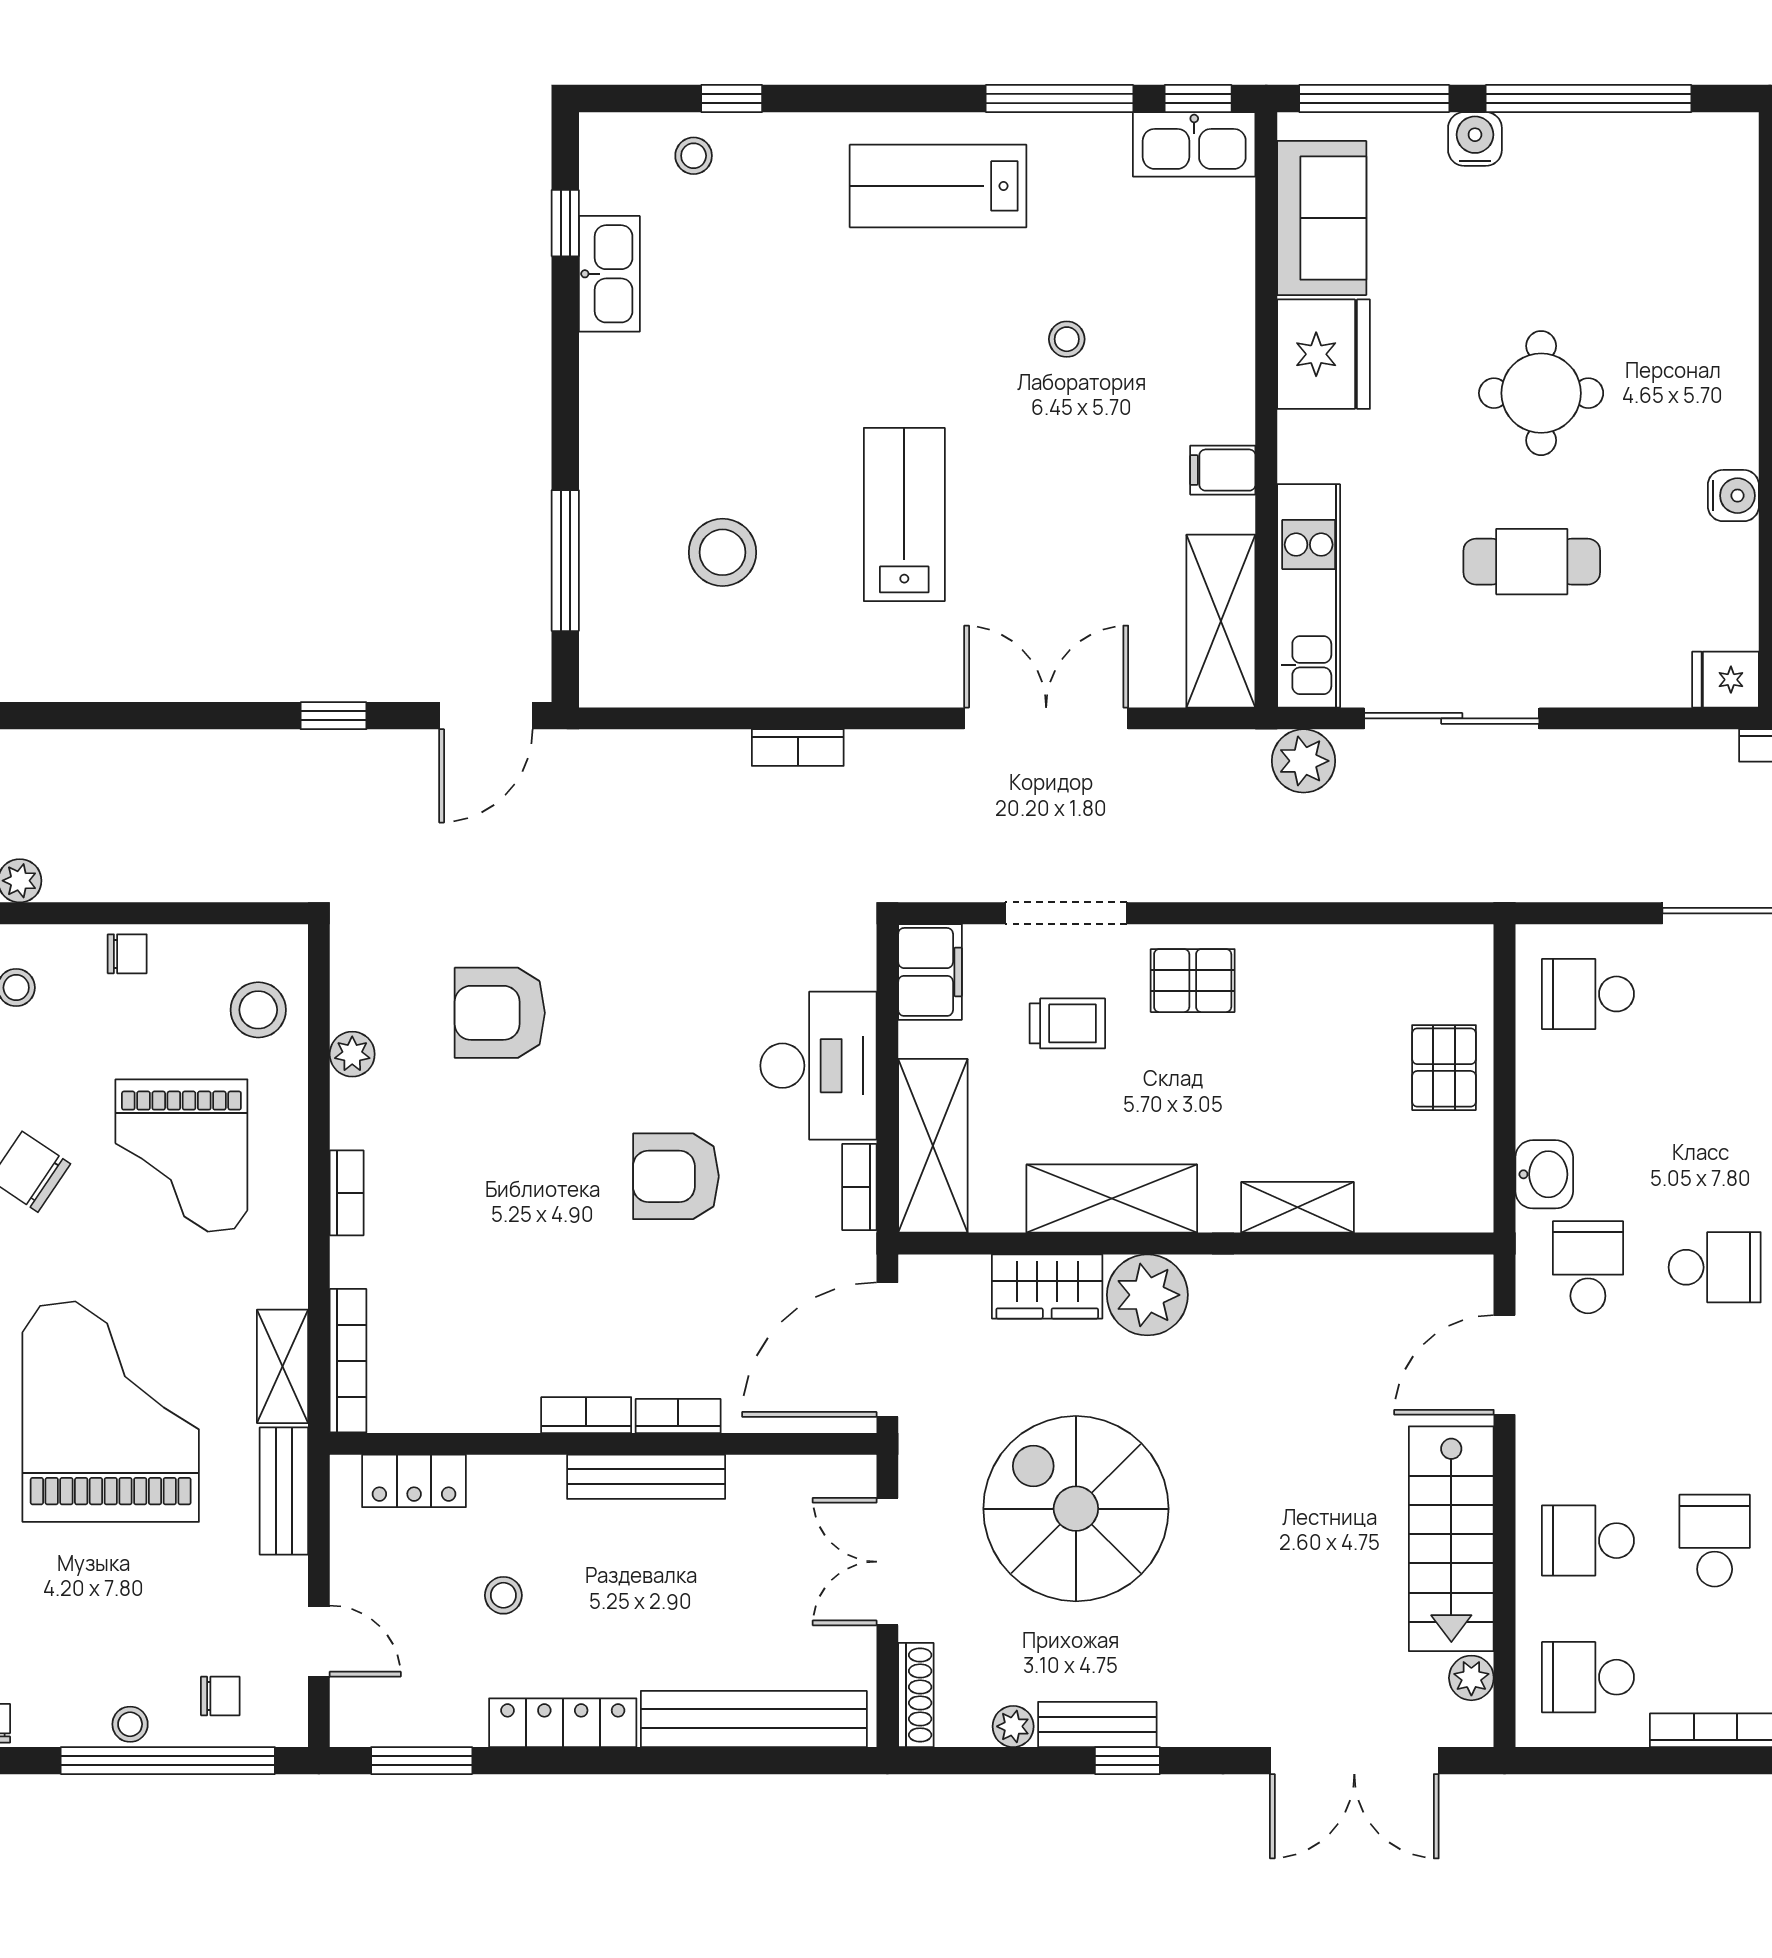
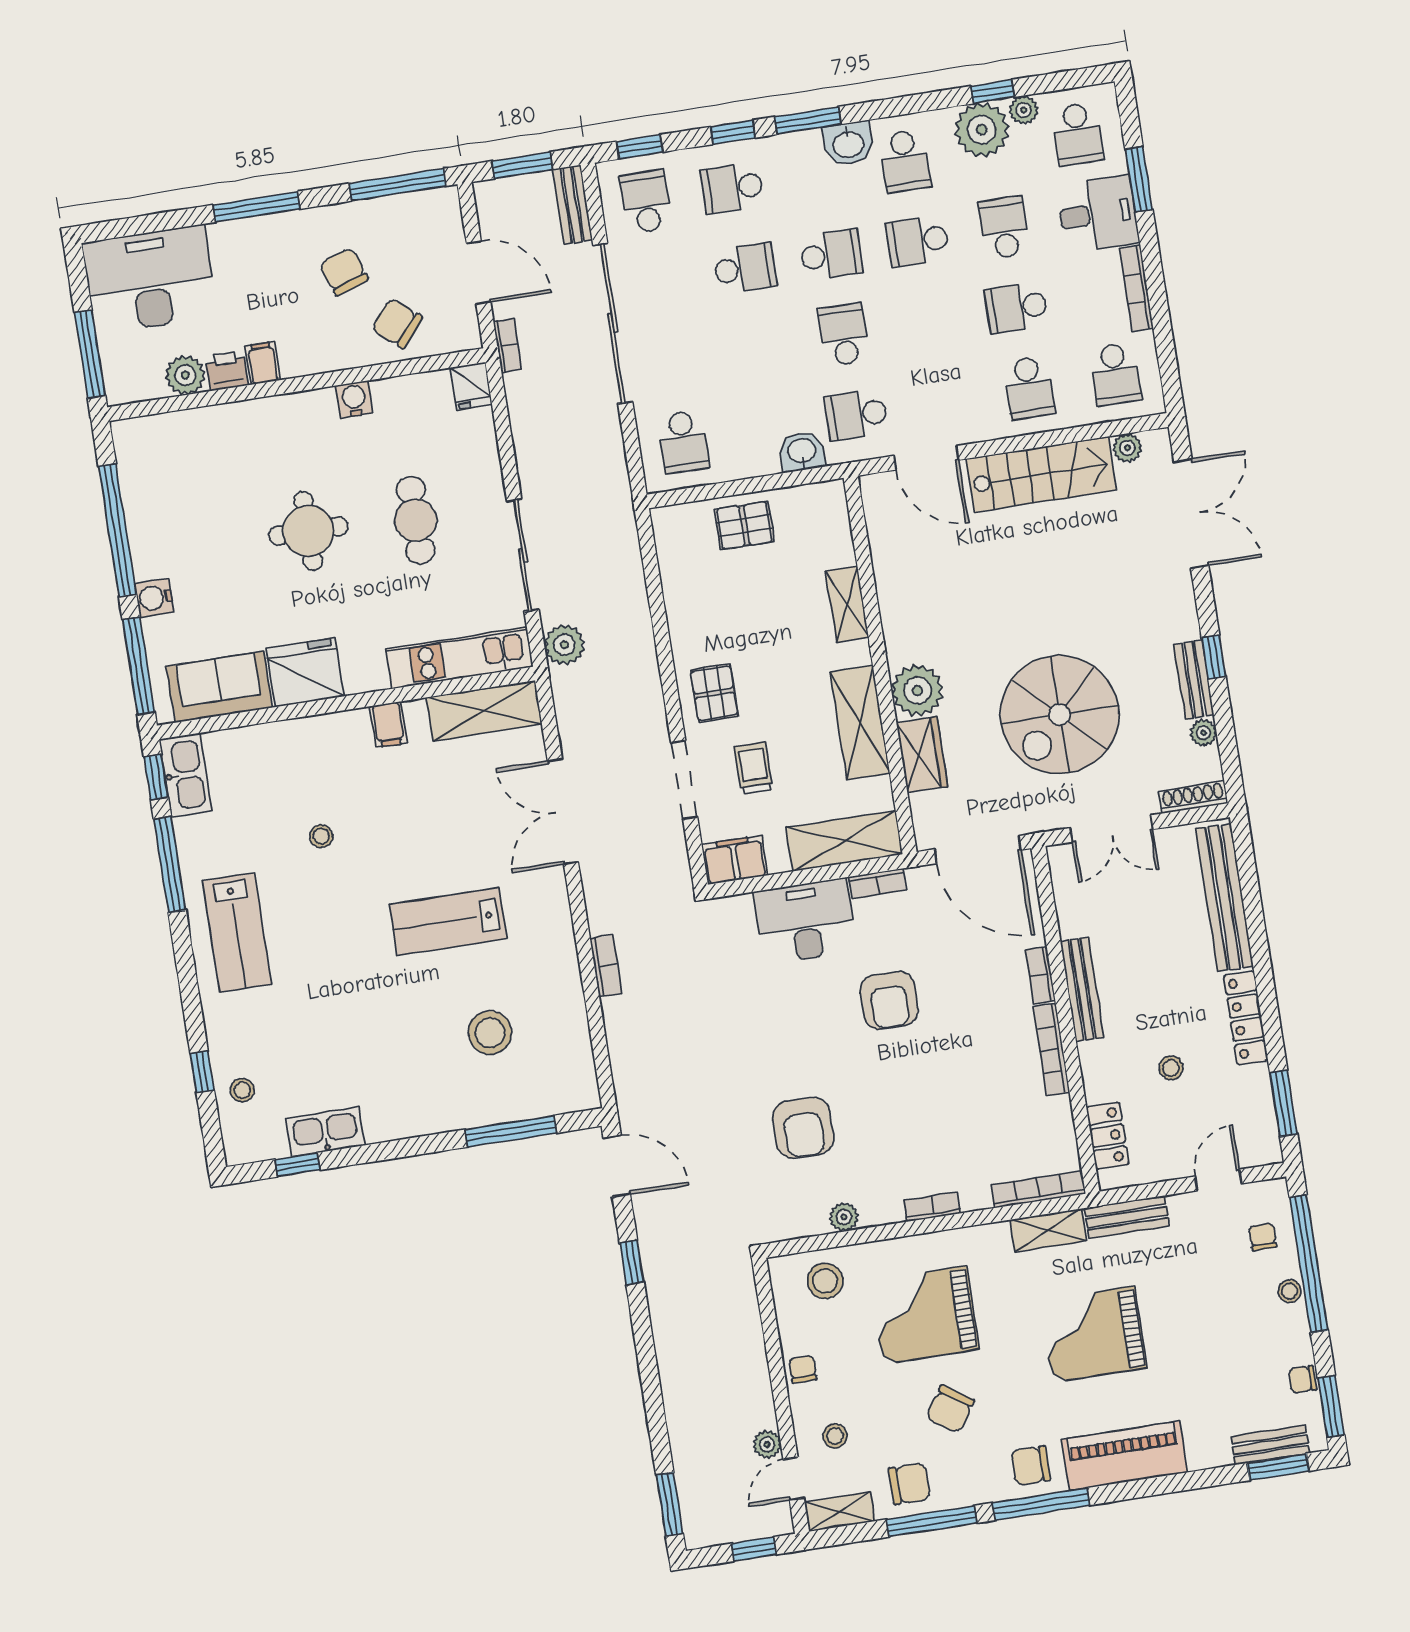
grand piano: (181, 1155) -> (925, 1315), turned 180
grand piano: (111, 1412) -> (1094, 1334), width x0.73, depth x0.68
bookcase: (586, 1415) -> (1051, 1049), width x1.56

